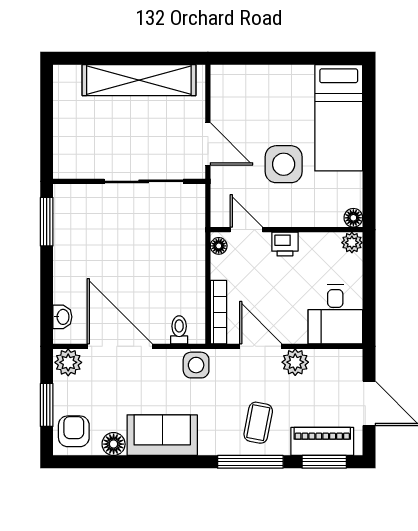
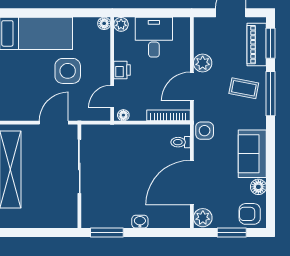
desk: (335, 314) -> (154, 37), moved, turned -90
washbasin: (62, 317) -> (140, 222), moved

